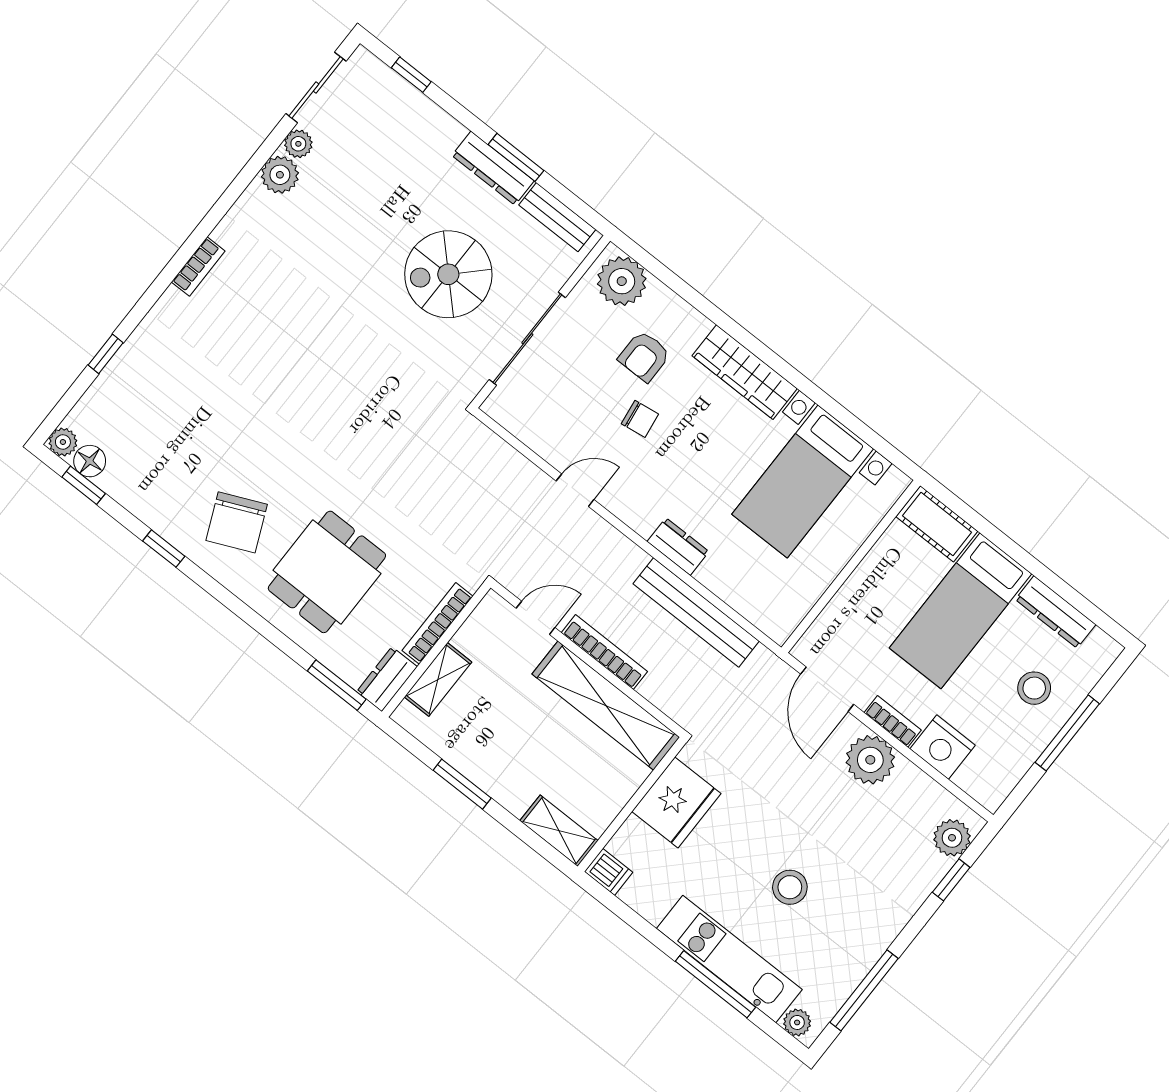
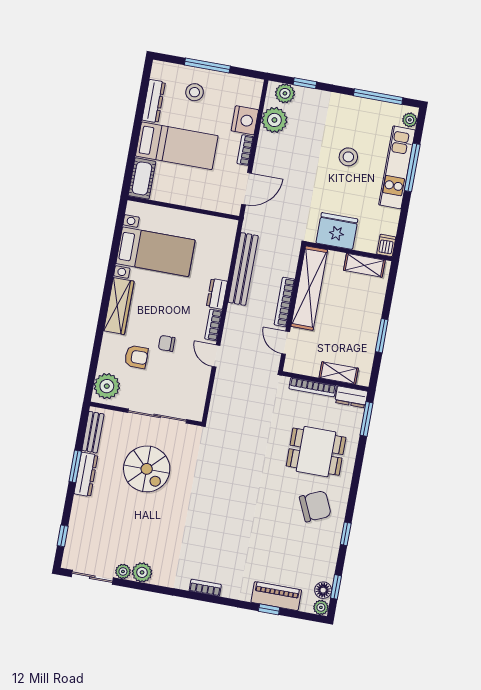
piano: (121, 378) -> (276, 596), added
chair: (640, 419) -> (167, 343), turned -82
bookcase: (629, 513) -> (213, 325), added
plant: (870, 760) -> (274, 120), moved
shelving: (559, 831) -> (364, 265), moved, turned 90

